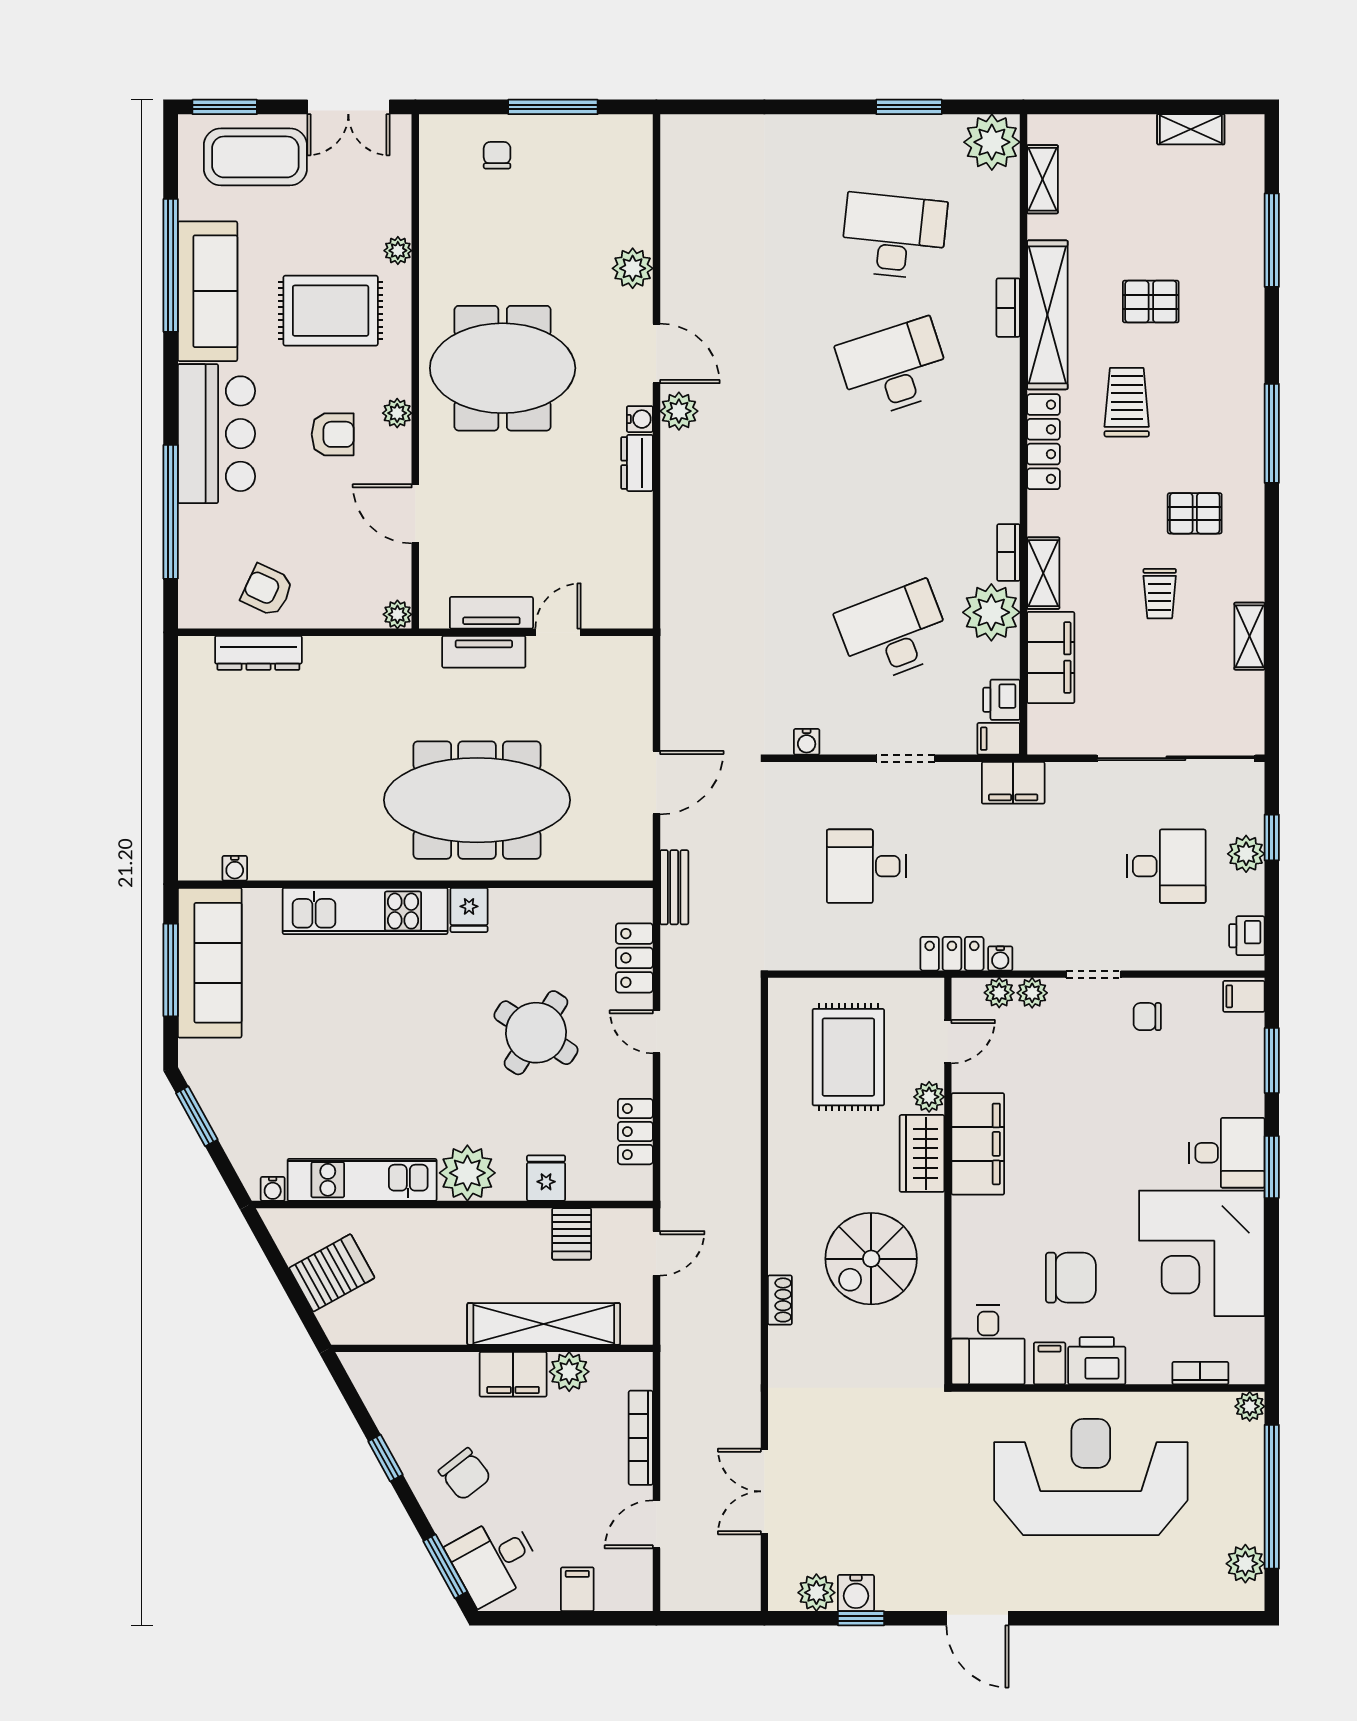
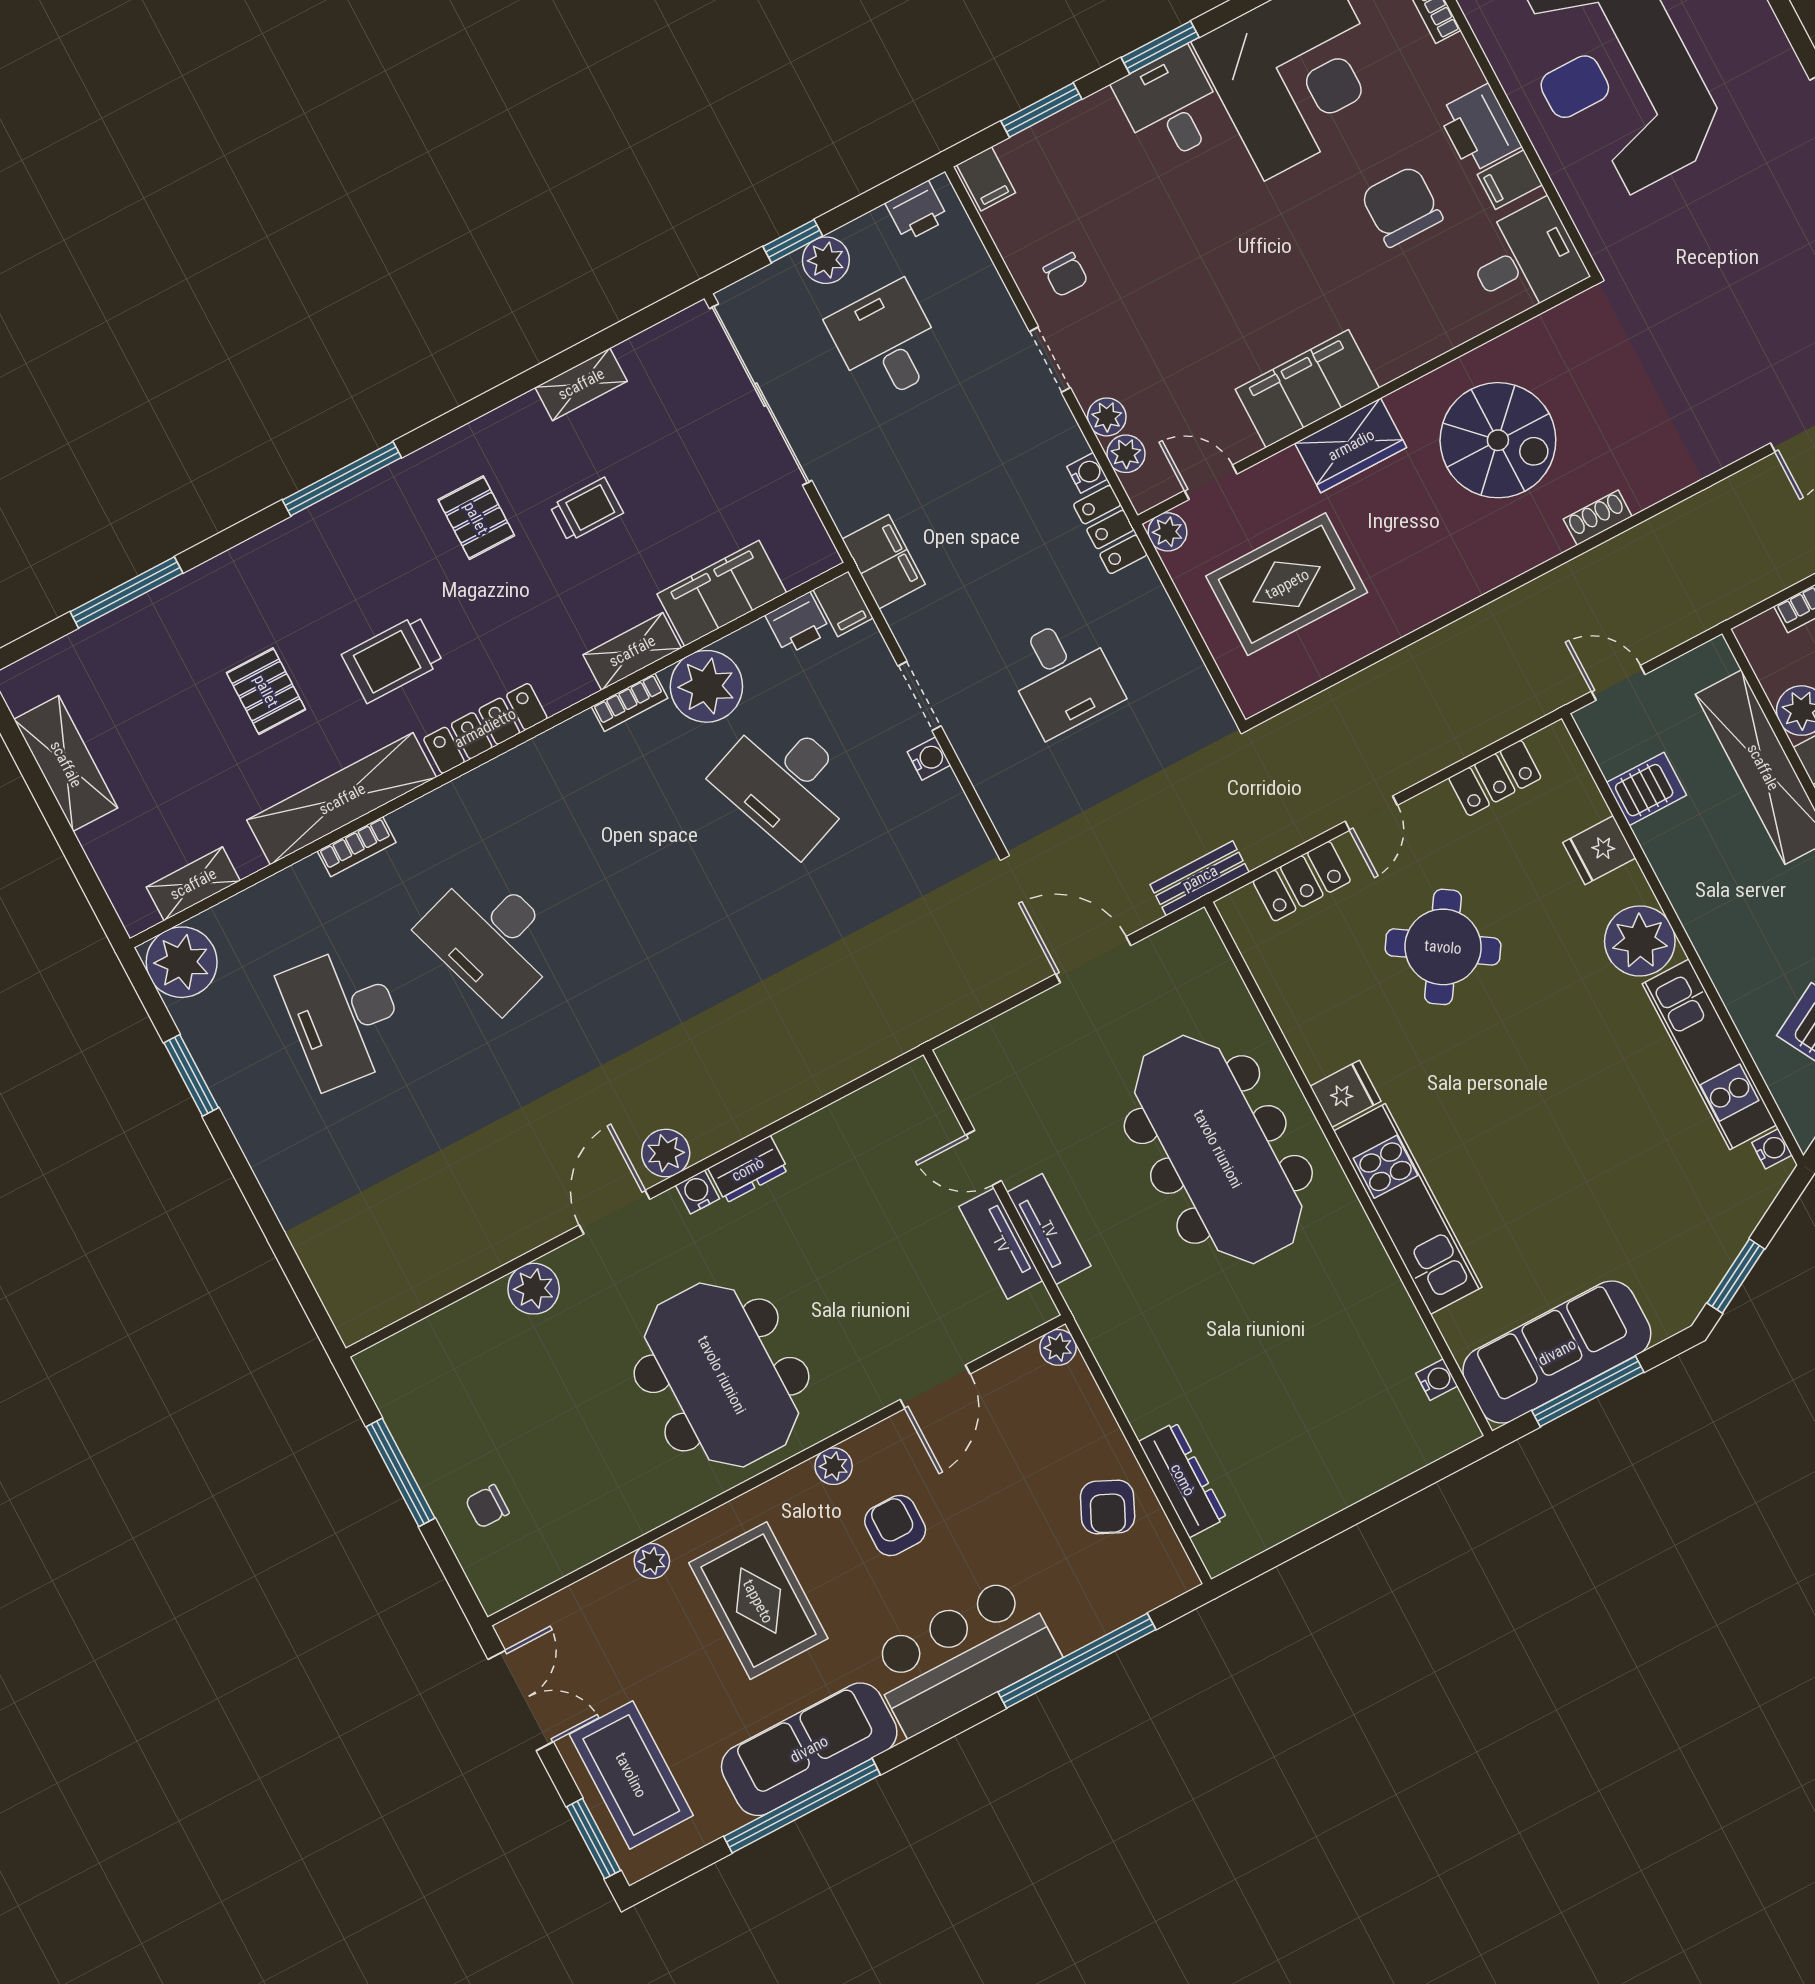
shelving: (1191, 129) -> (66, 764), width x1.50, depth x1.33
water cooler: (807, 742) -> (929, 758), moved
plant: (929, 1097) -> (1168, 532), moved

